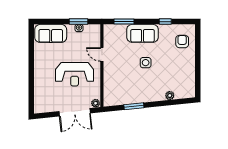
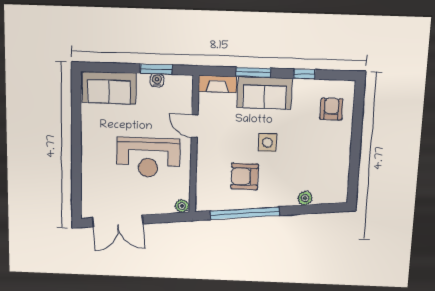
window: (124, 22) -> (253, 72), moved
fireplace: (115, 29) -> (218, 84), added
armchair: (133, 84) -> (245, 176), added
window: (134, 106) -> (245, 213), width x2.11
double door: (75, 112) -> (118, 221), moved

